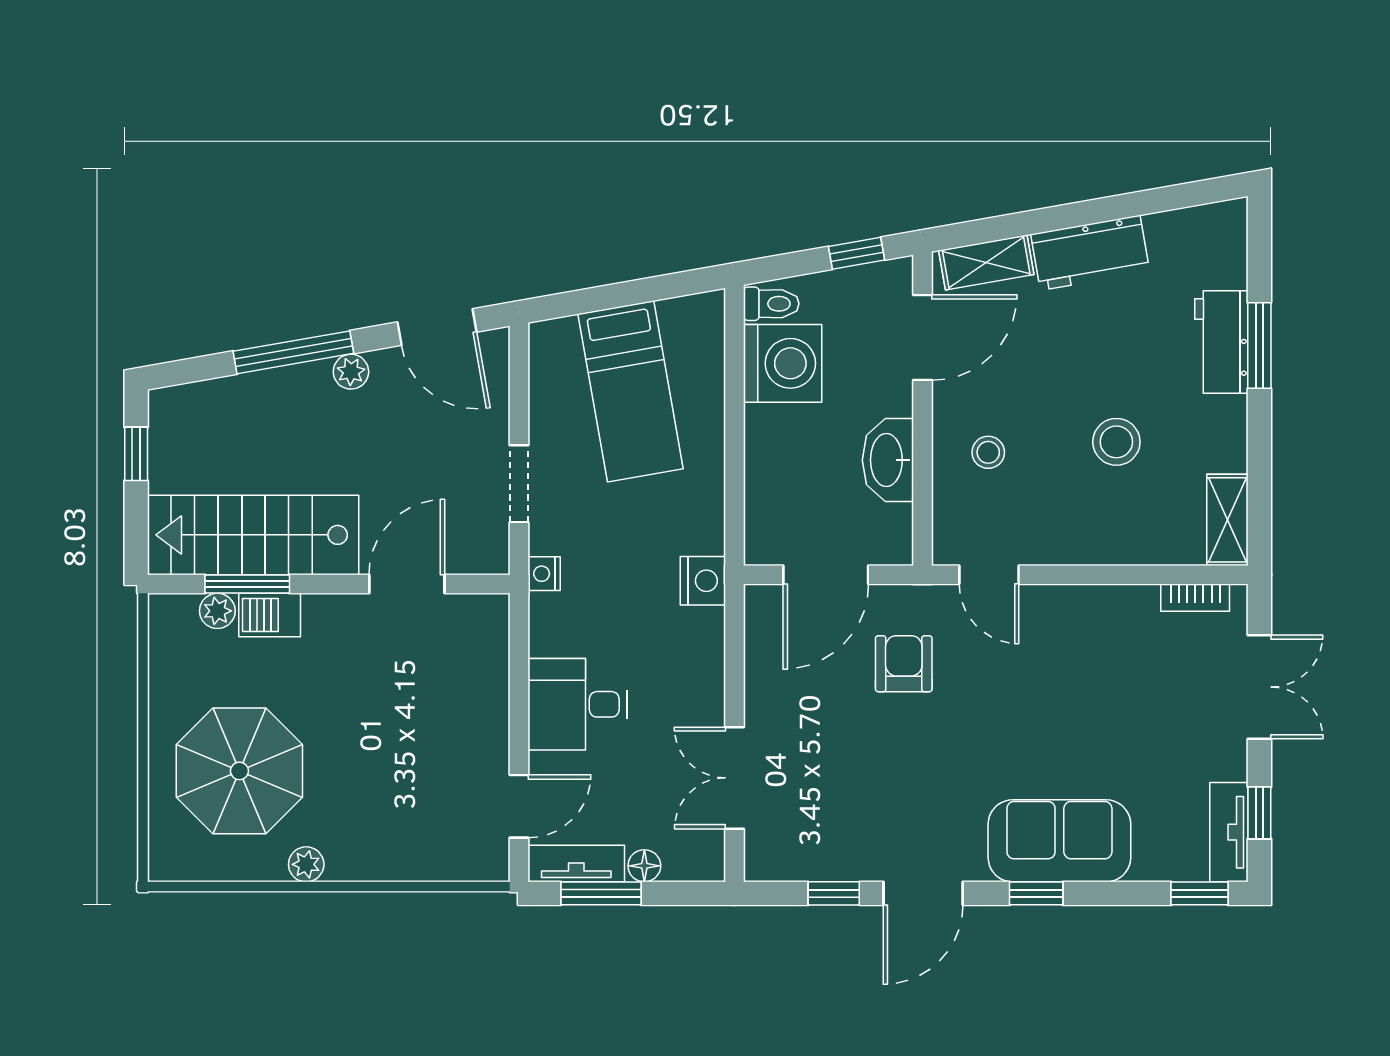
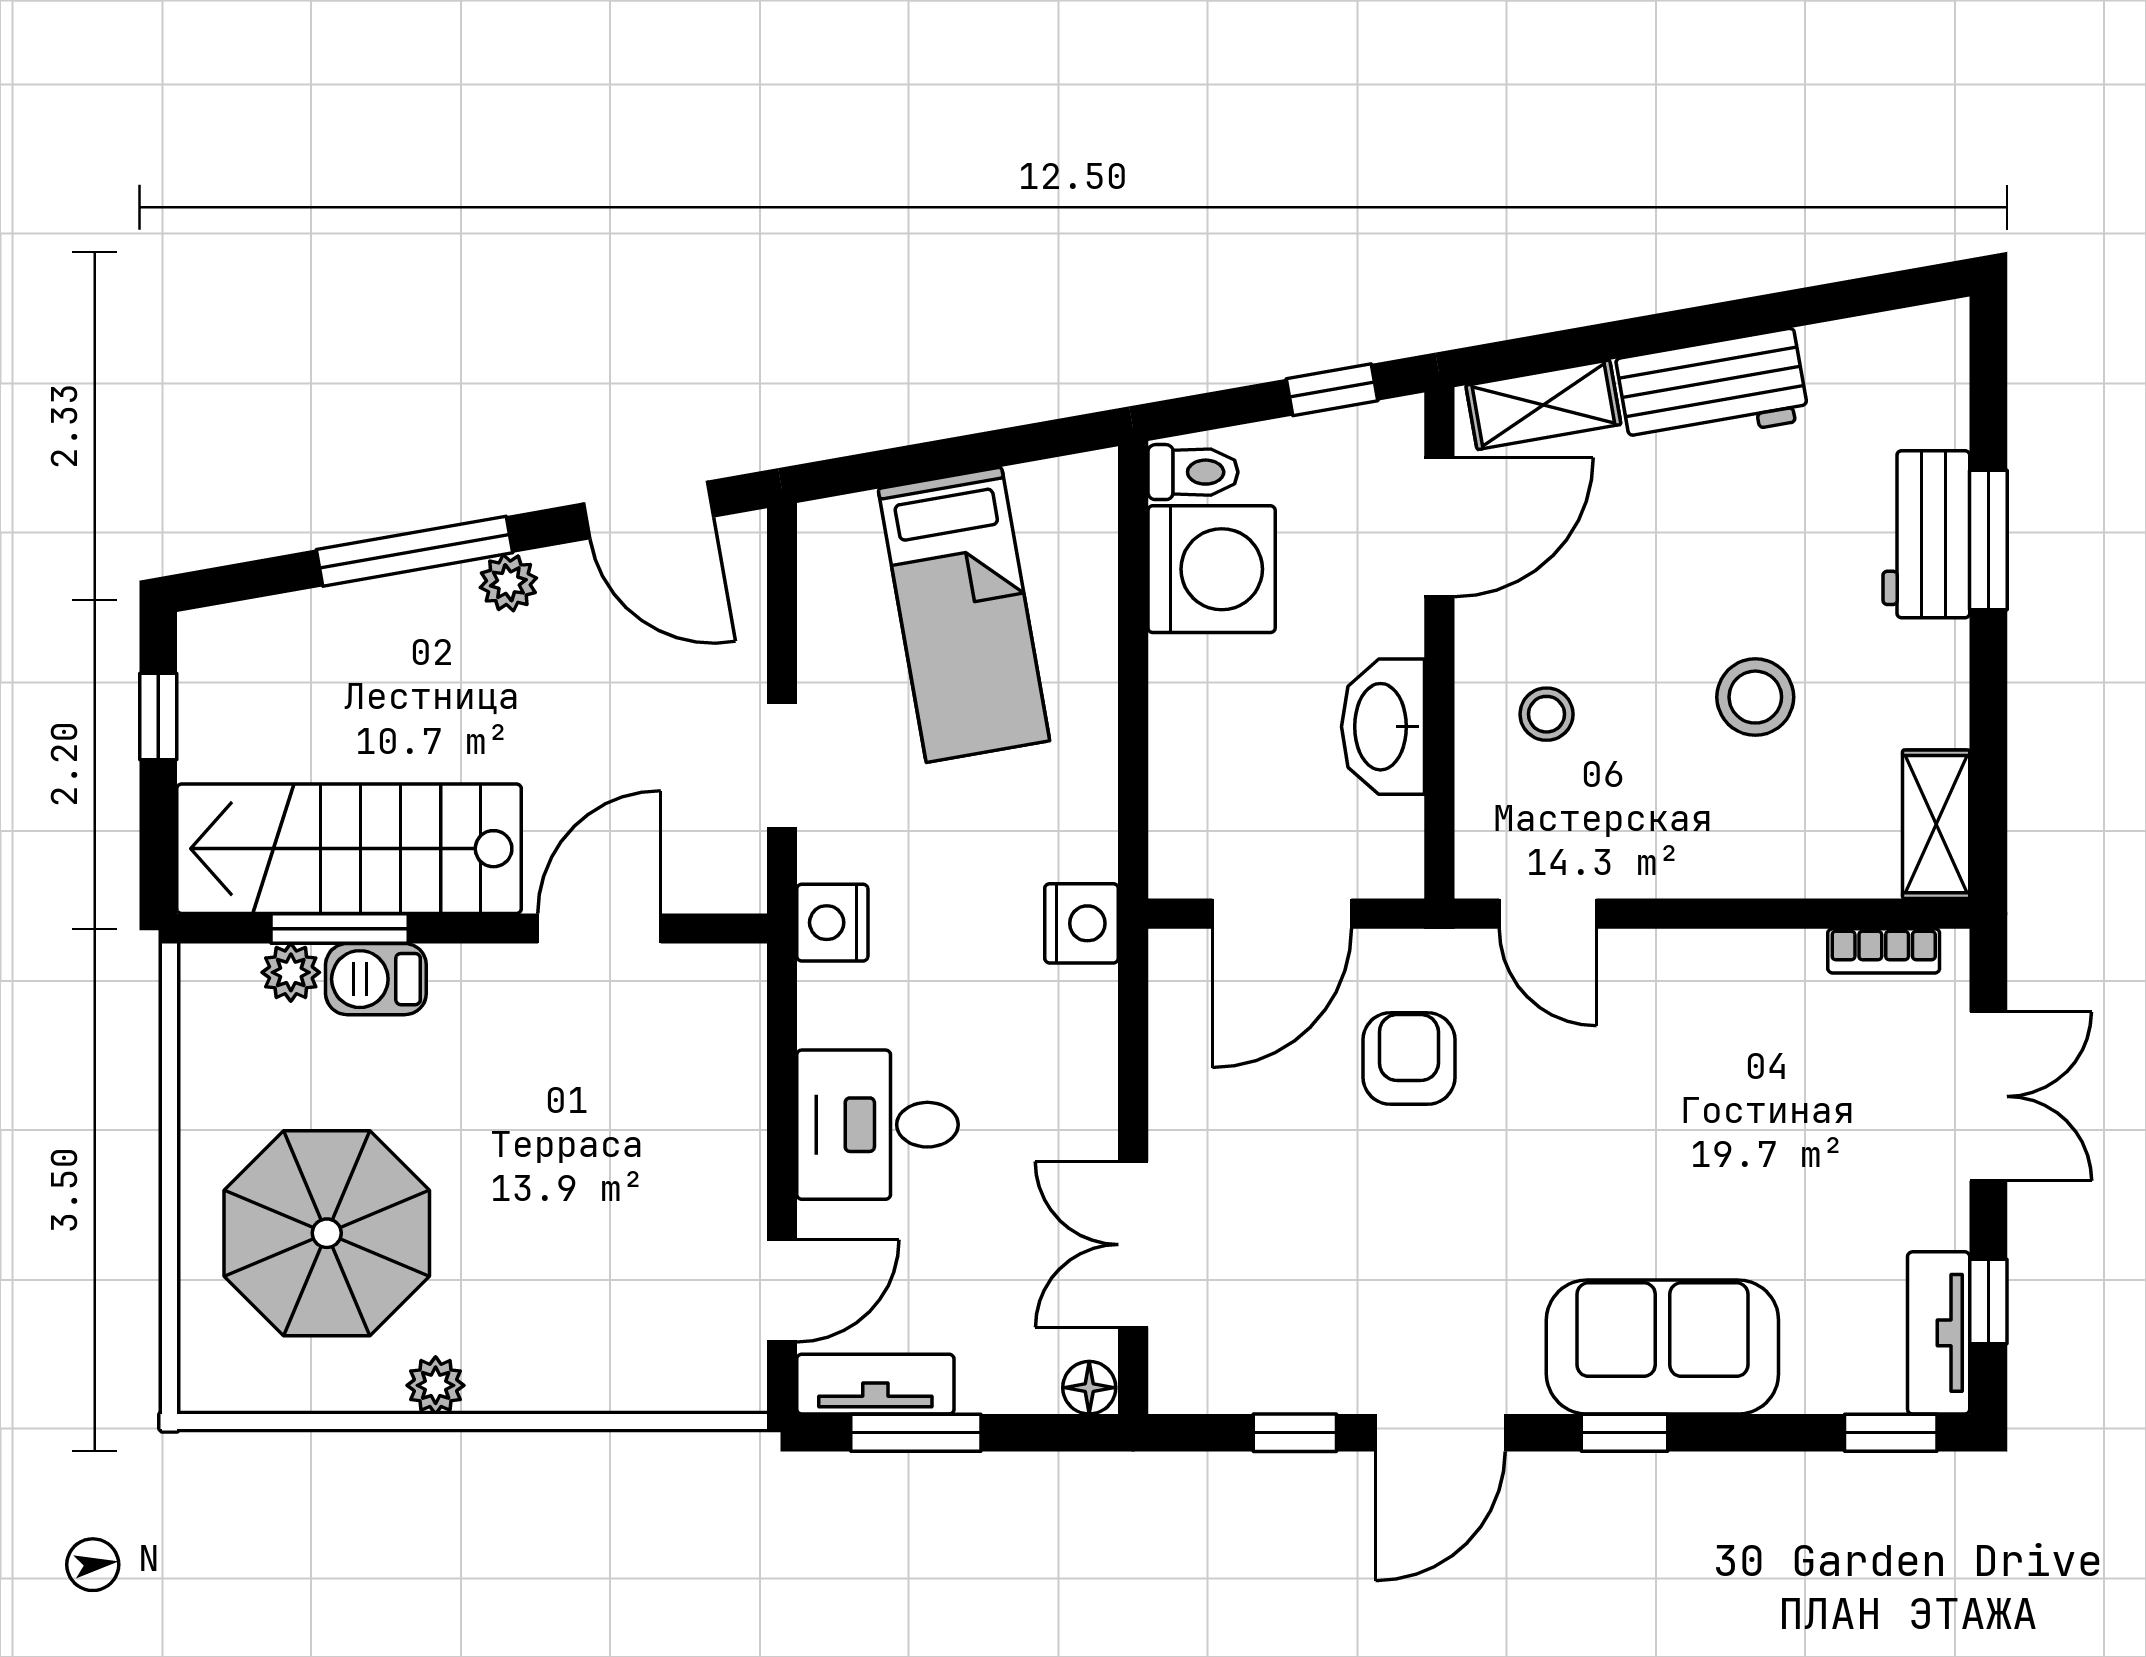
nightstand: (544, 574) -> (832, 923), width x1.39, depth x1.35
floor lamp: (644, 866) -> (1089, 1388), moved

